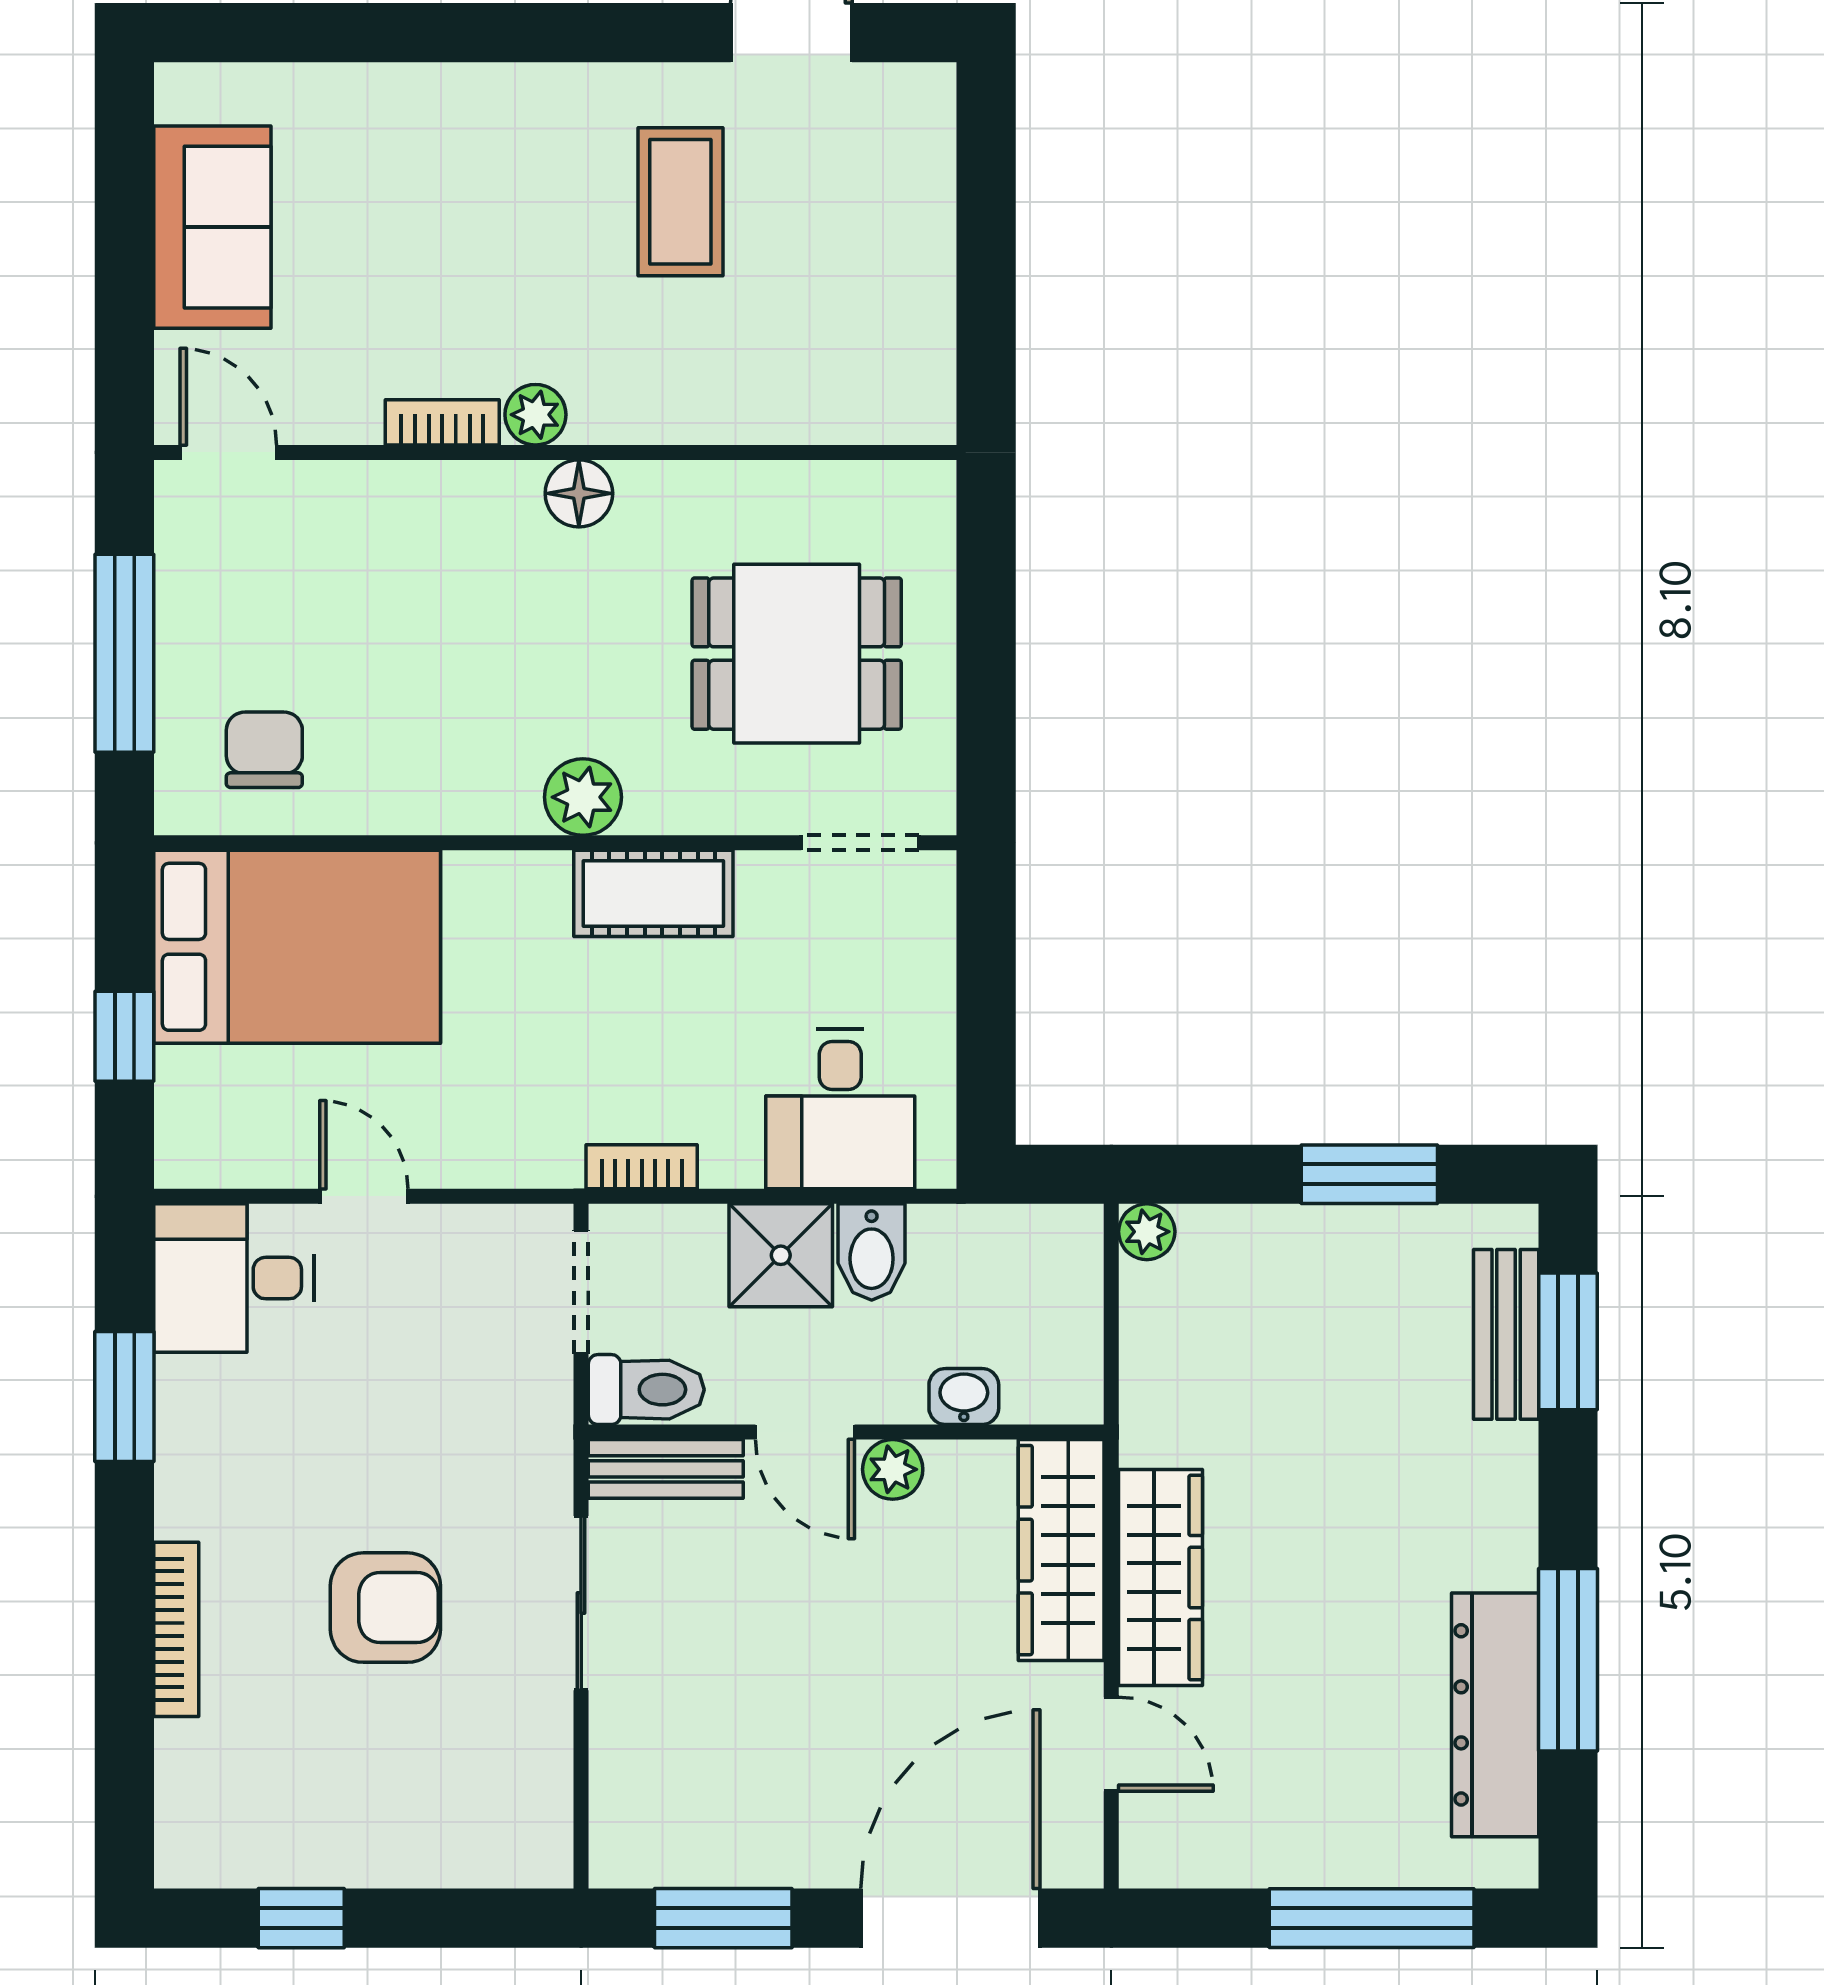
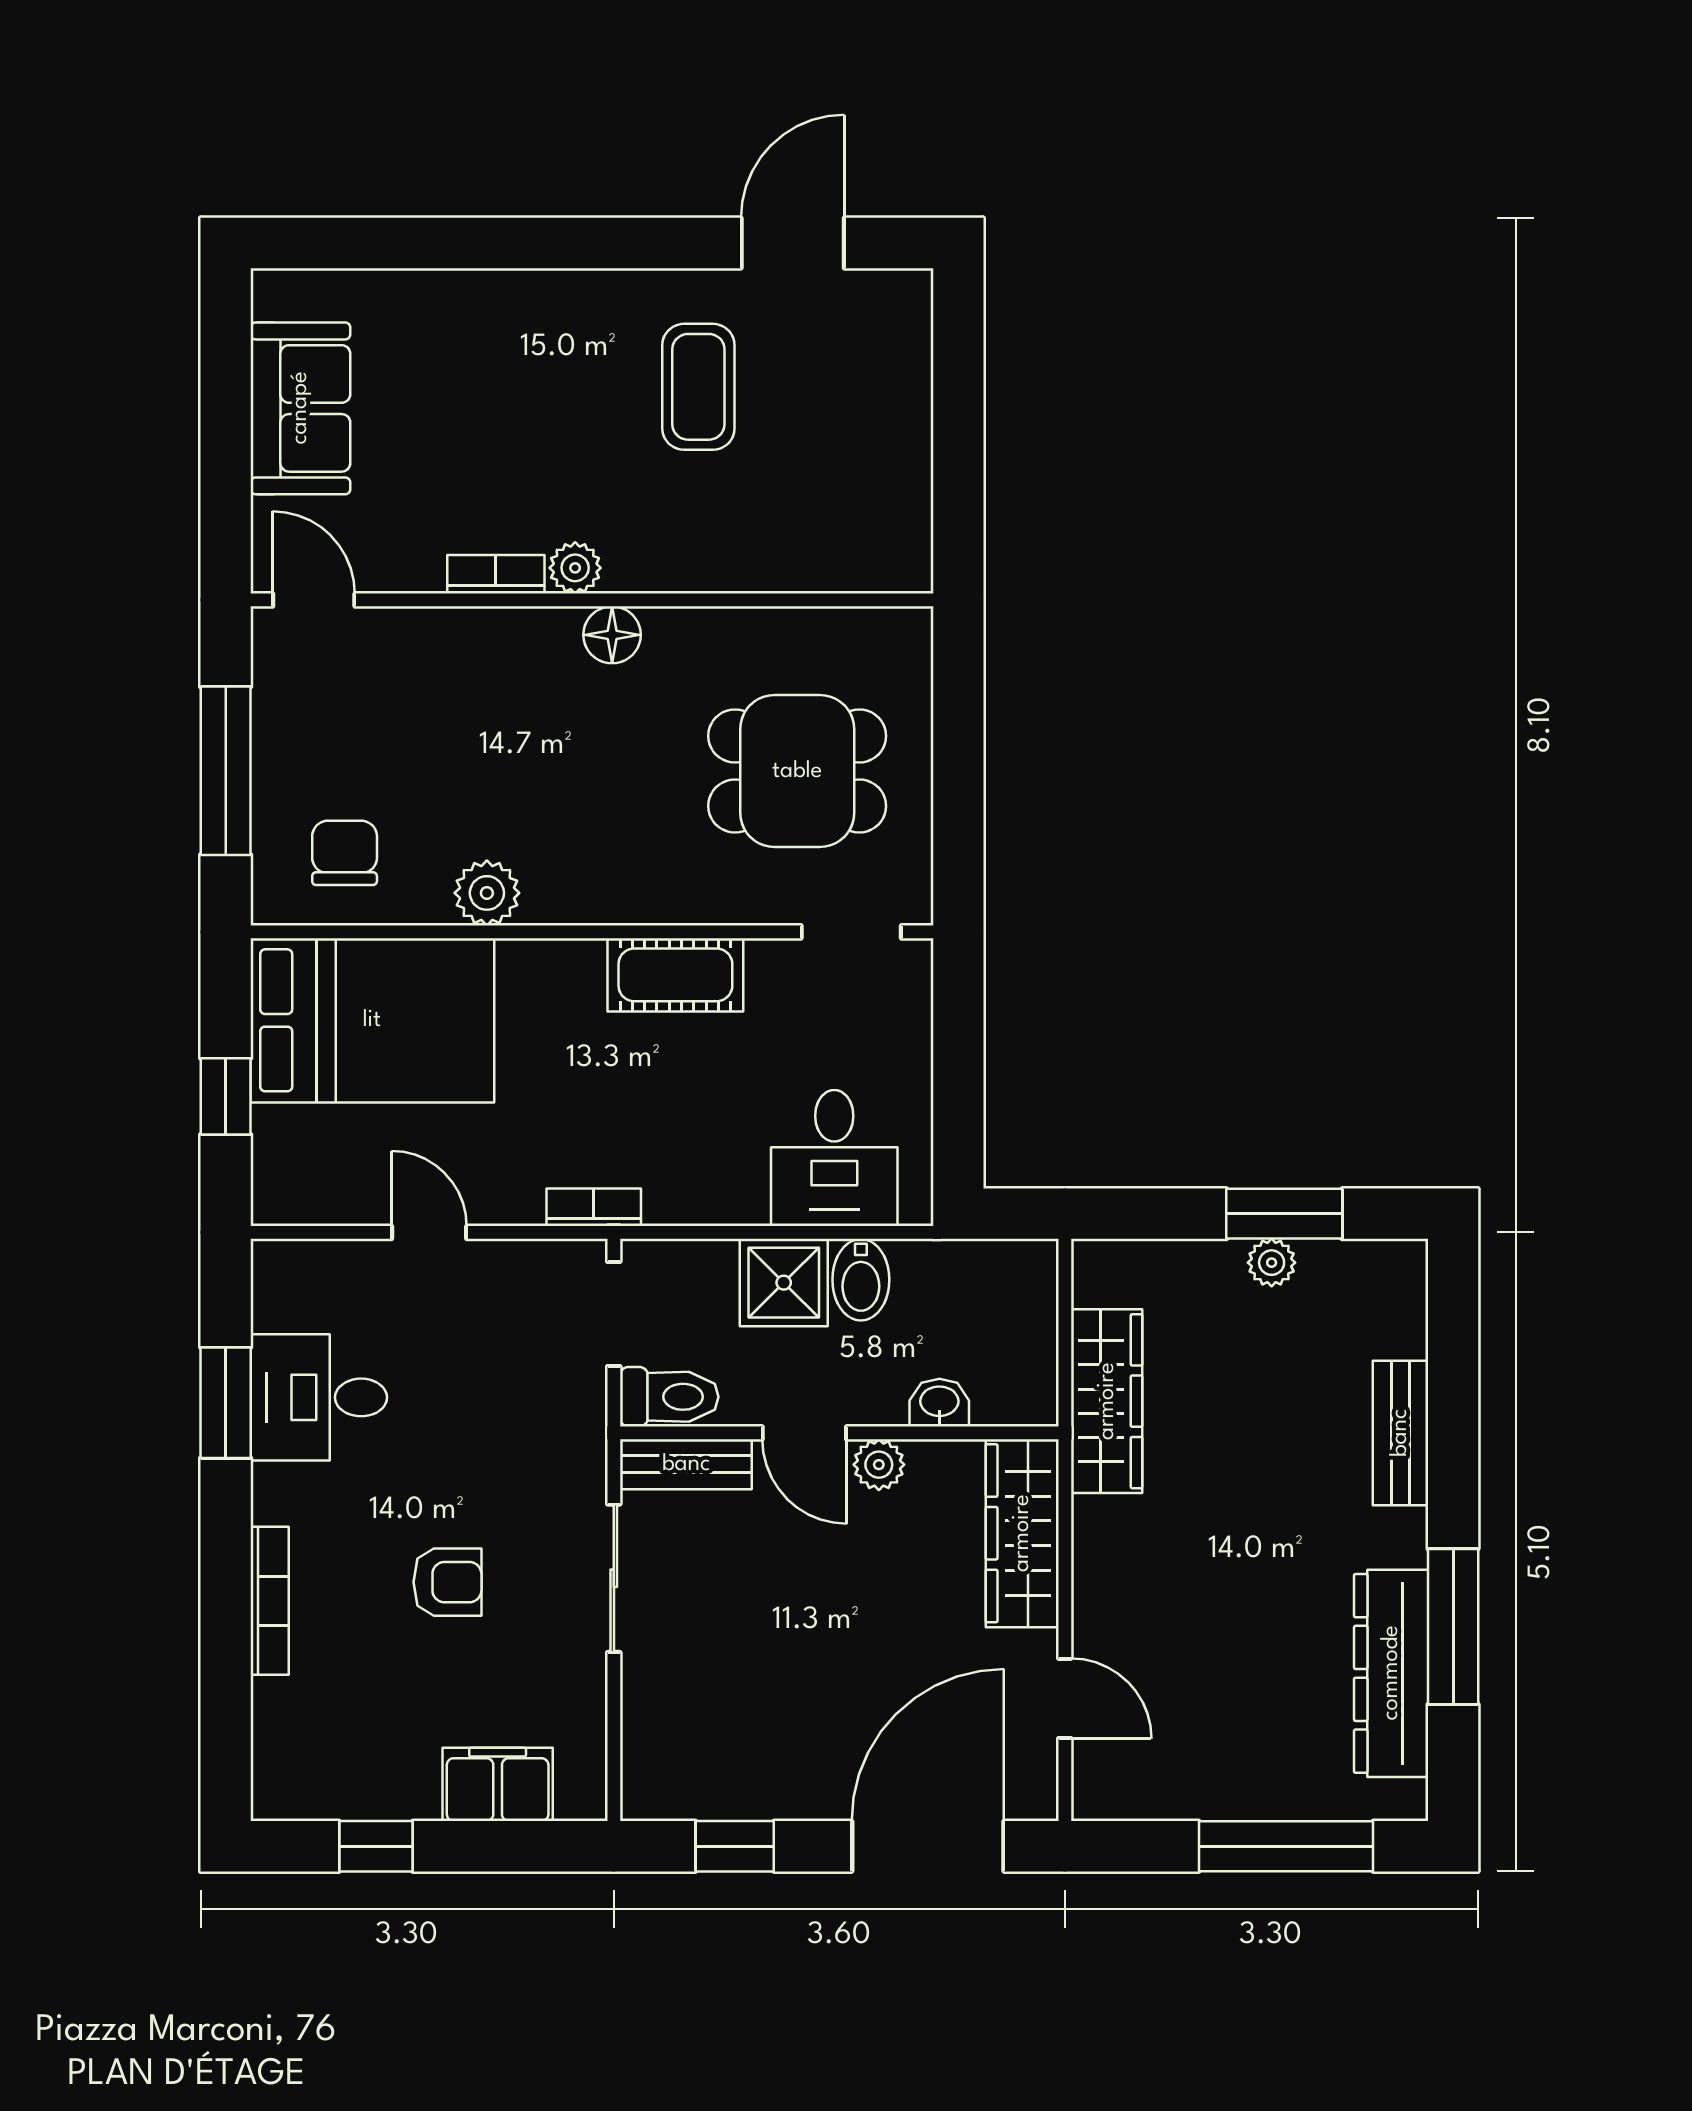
plant: (583, 797) -> (487, 893), moved
bookcase: (642, 1167) -> (594, 1207), moved
plant: (1147, 1232) -> (1272, 1263), moved
desk: (234, 1278) -> (319, 1397), moved
bench: (1506, 1334) -> (1400, 1433), moved
window: (1568, 1341) -> (1453, 1356), removed
wardrobe: (1161, 1578) -> (1107, 1401), moved
armchair: (385, 1608) -> (447, 1582), width x0.72, depth x0.72
filing cabinet: (444, 1845) -> (498, 1784), added
window: (723, 1918) -> (735, 1846), width x0.67

